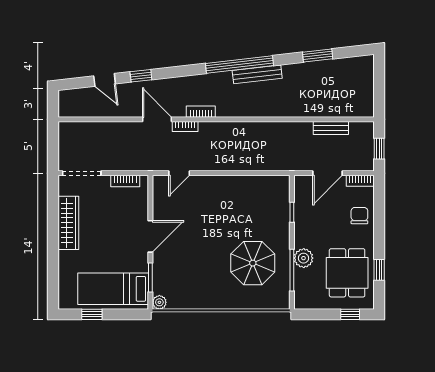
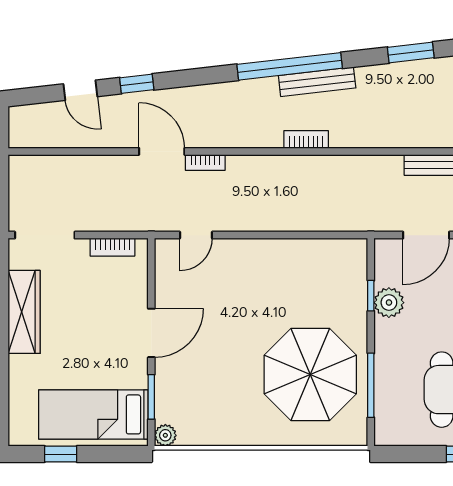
bookcase: (201, 112) -> (306, 139), moved
plant: (304, 258) -> (389, 303), moved
parasol: (253, 263) -> (310, 374), width x1.36, depth x1.36

